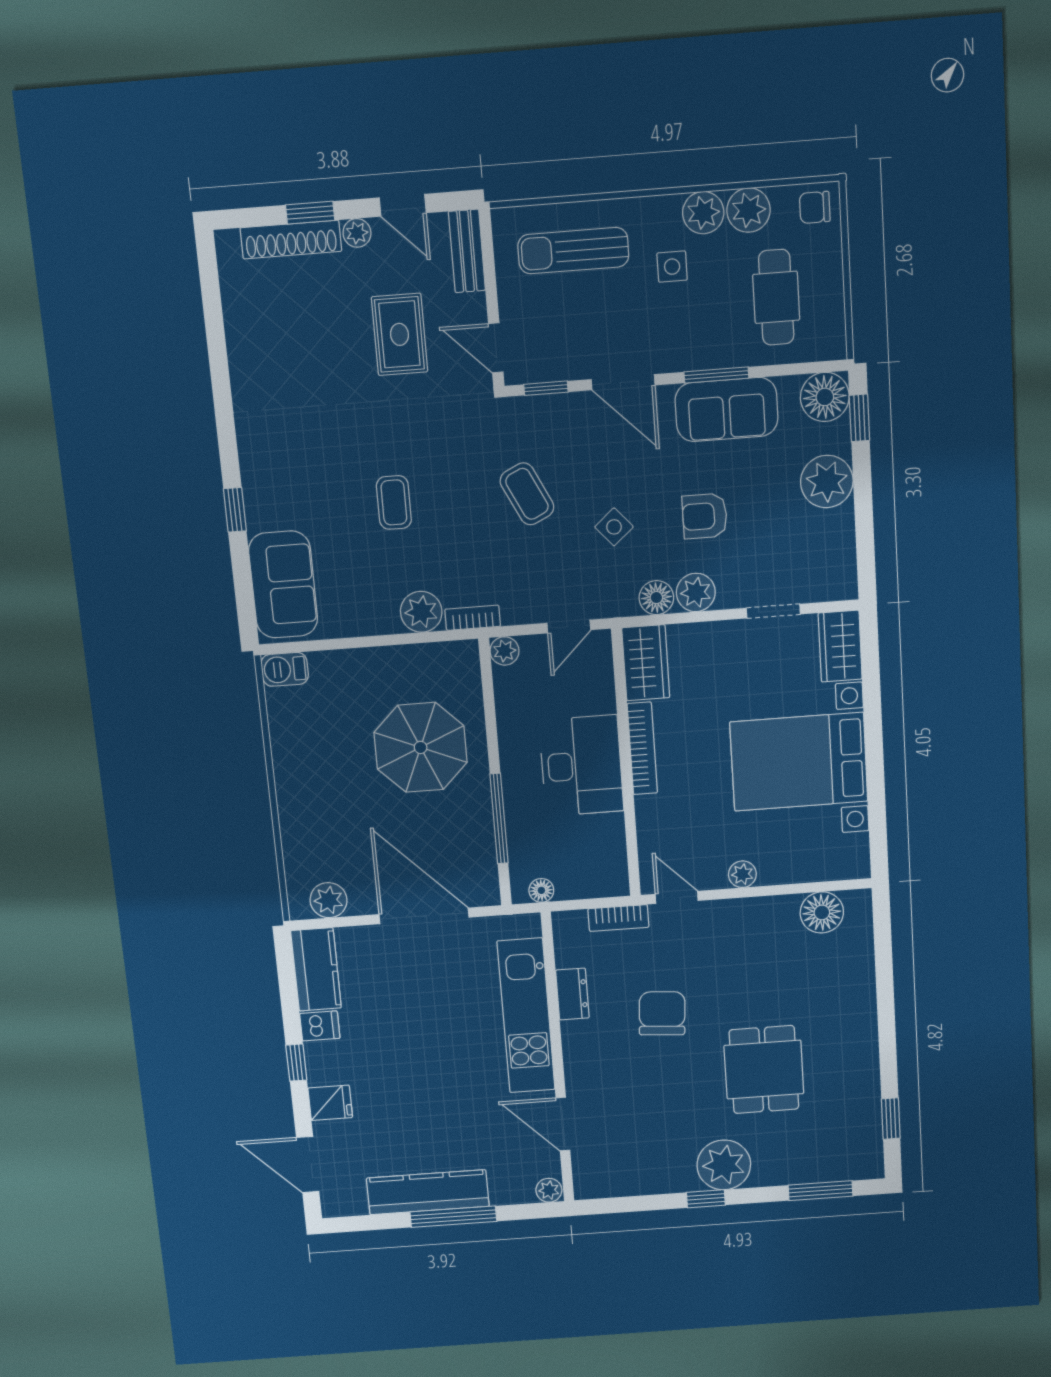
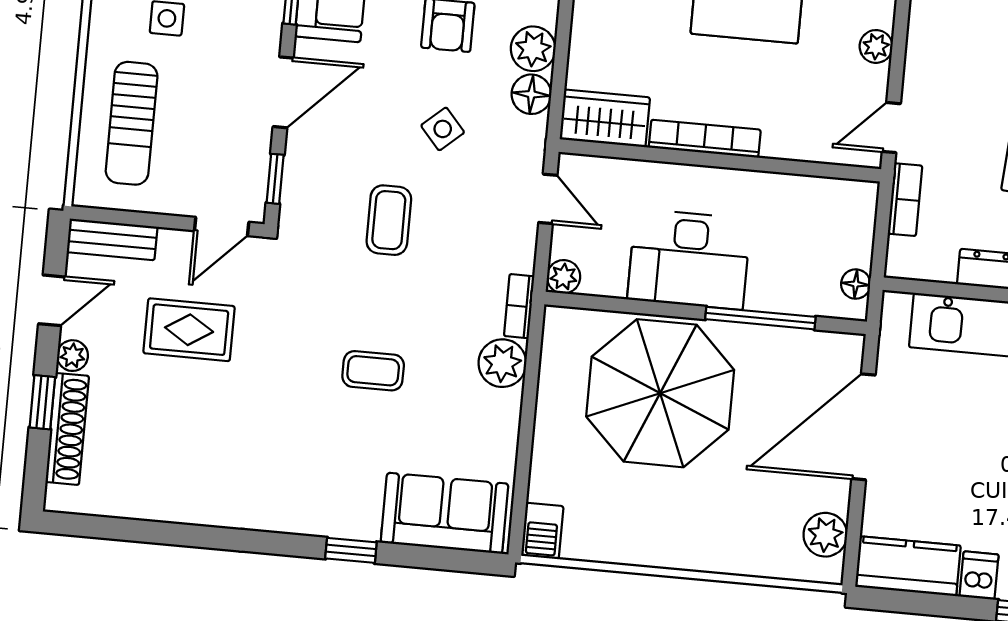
coffee table: (527, 494) -> (389, 220), turned -64
parasol: (421, 747) -> (660, 393), width x1.36, depth x1.36
desk: (581, 766) -> (689, 259), moved, turned 180

